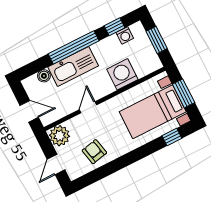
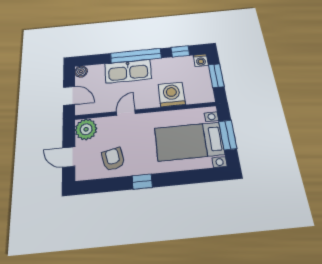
washing machine: (125, 35) -> (201, 60), moved
boiler: (44, 76) -> (81, 72), moved
window: (172, 137) -> (142, 182), moved
door: (56, 165) -> (69, 157), hinge flipped

